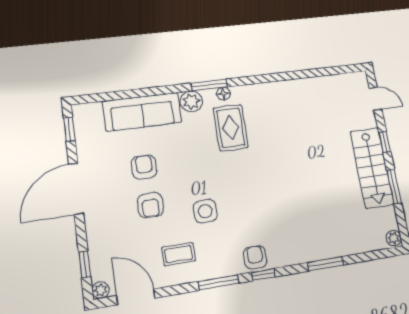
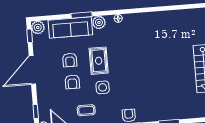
window: (209, 85) -> (82, 15), moved
plant: (84, 114) -> (38, 27), added
rug: (231, 128) -> (99, 61), moved
armchair: (144, 167) -> (70, 60), turned 180

